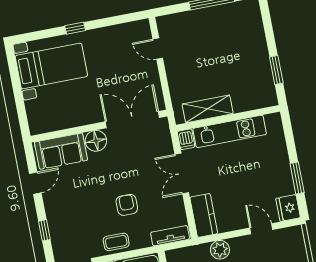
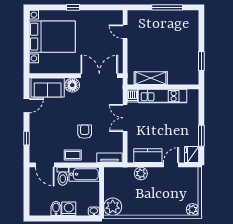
bed with nightstands: (51, 66) -> (52, 37), width x1.36
kitchen counter: (204, 215) -> (148, 156), moved, turned -90
door: (261, 229) -> (171, 165), hinge flipped

